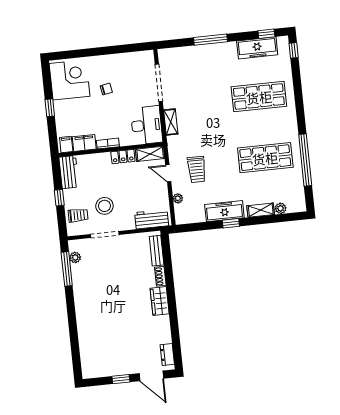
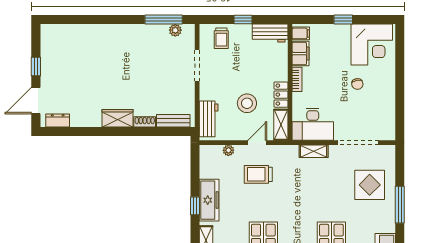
display table: (196, 68) -> (370, 185), added
stool: (104, 206) -> (247, 103), moved

